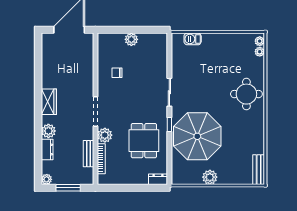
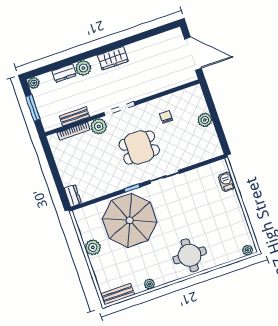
plant: (260, 52) -> (149, 284), moved
dining table: (144, 141) -> (139, 147), moved

